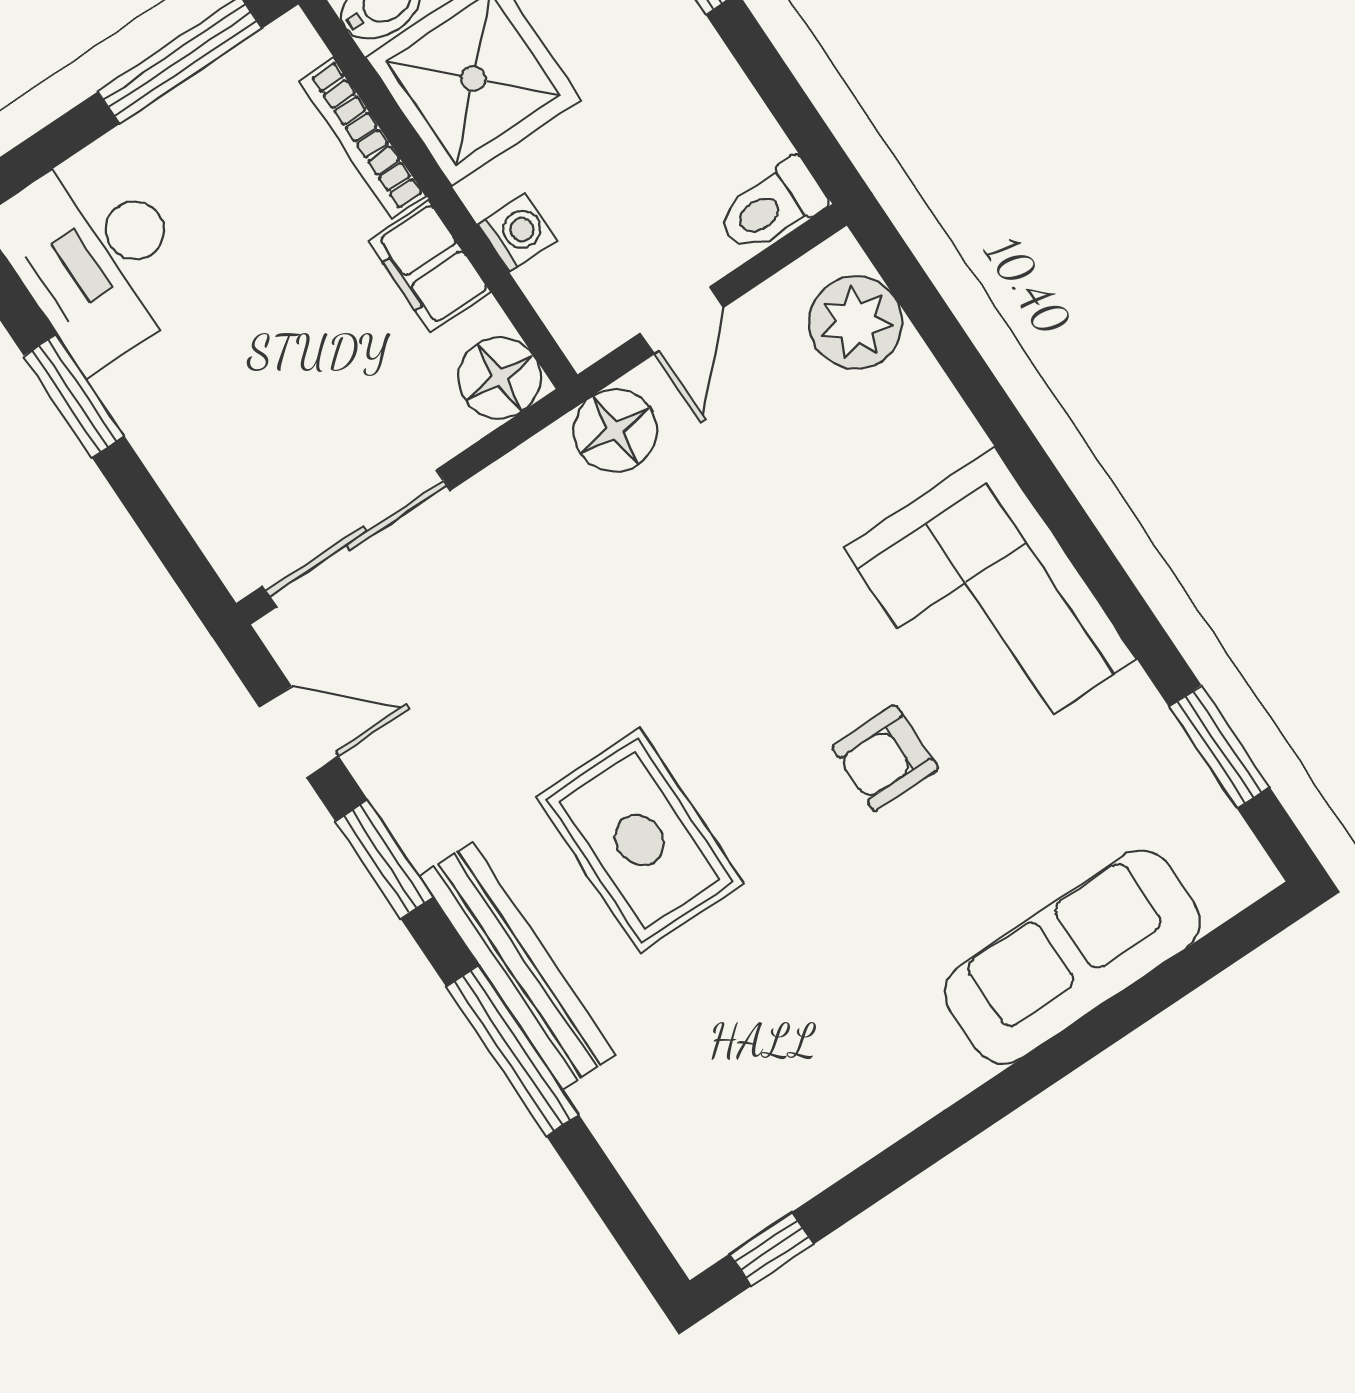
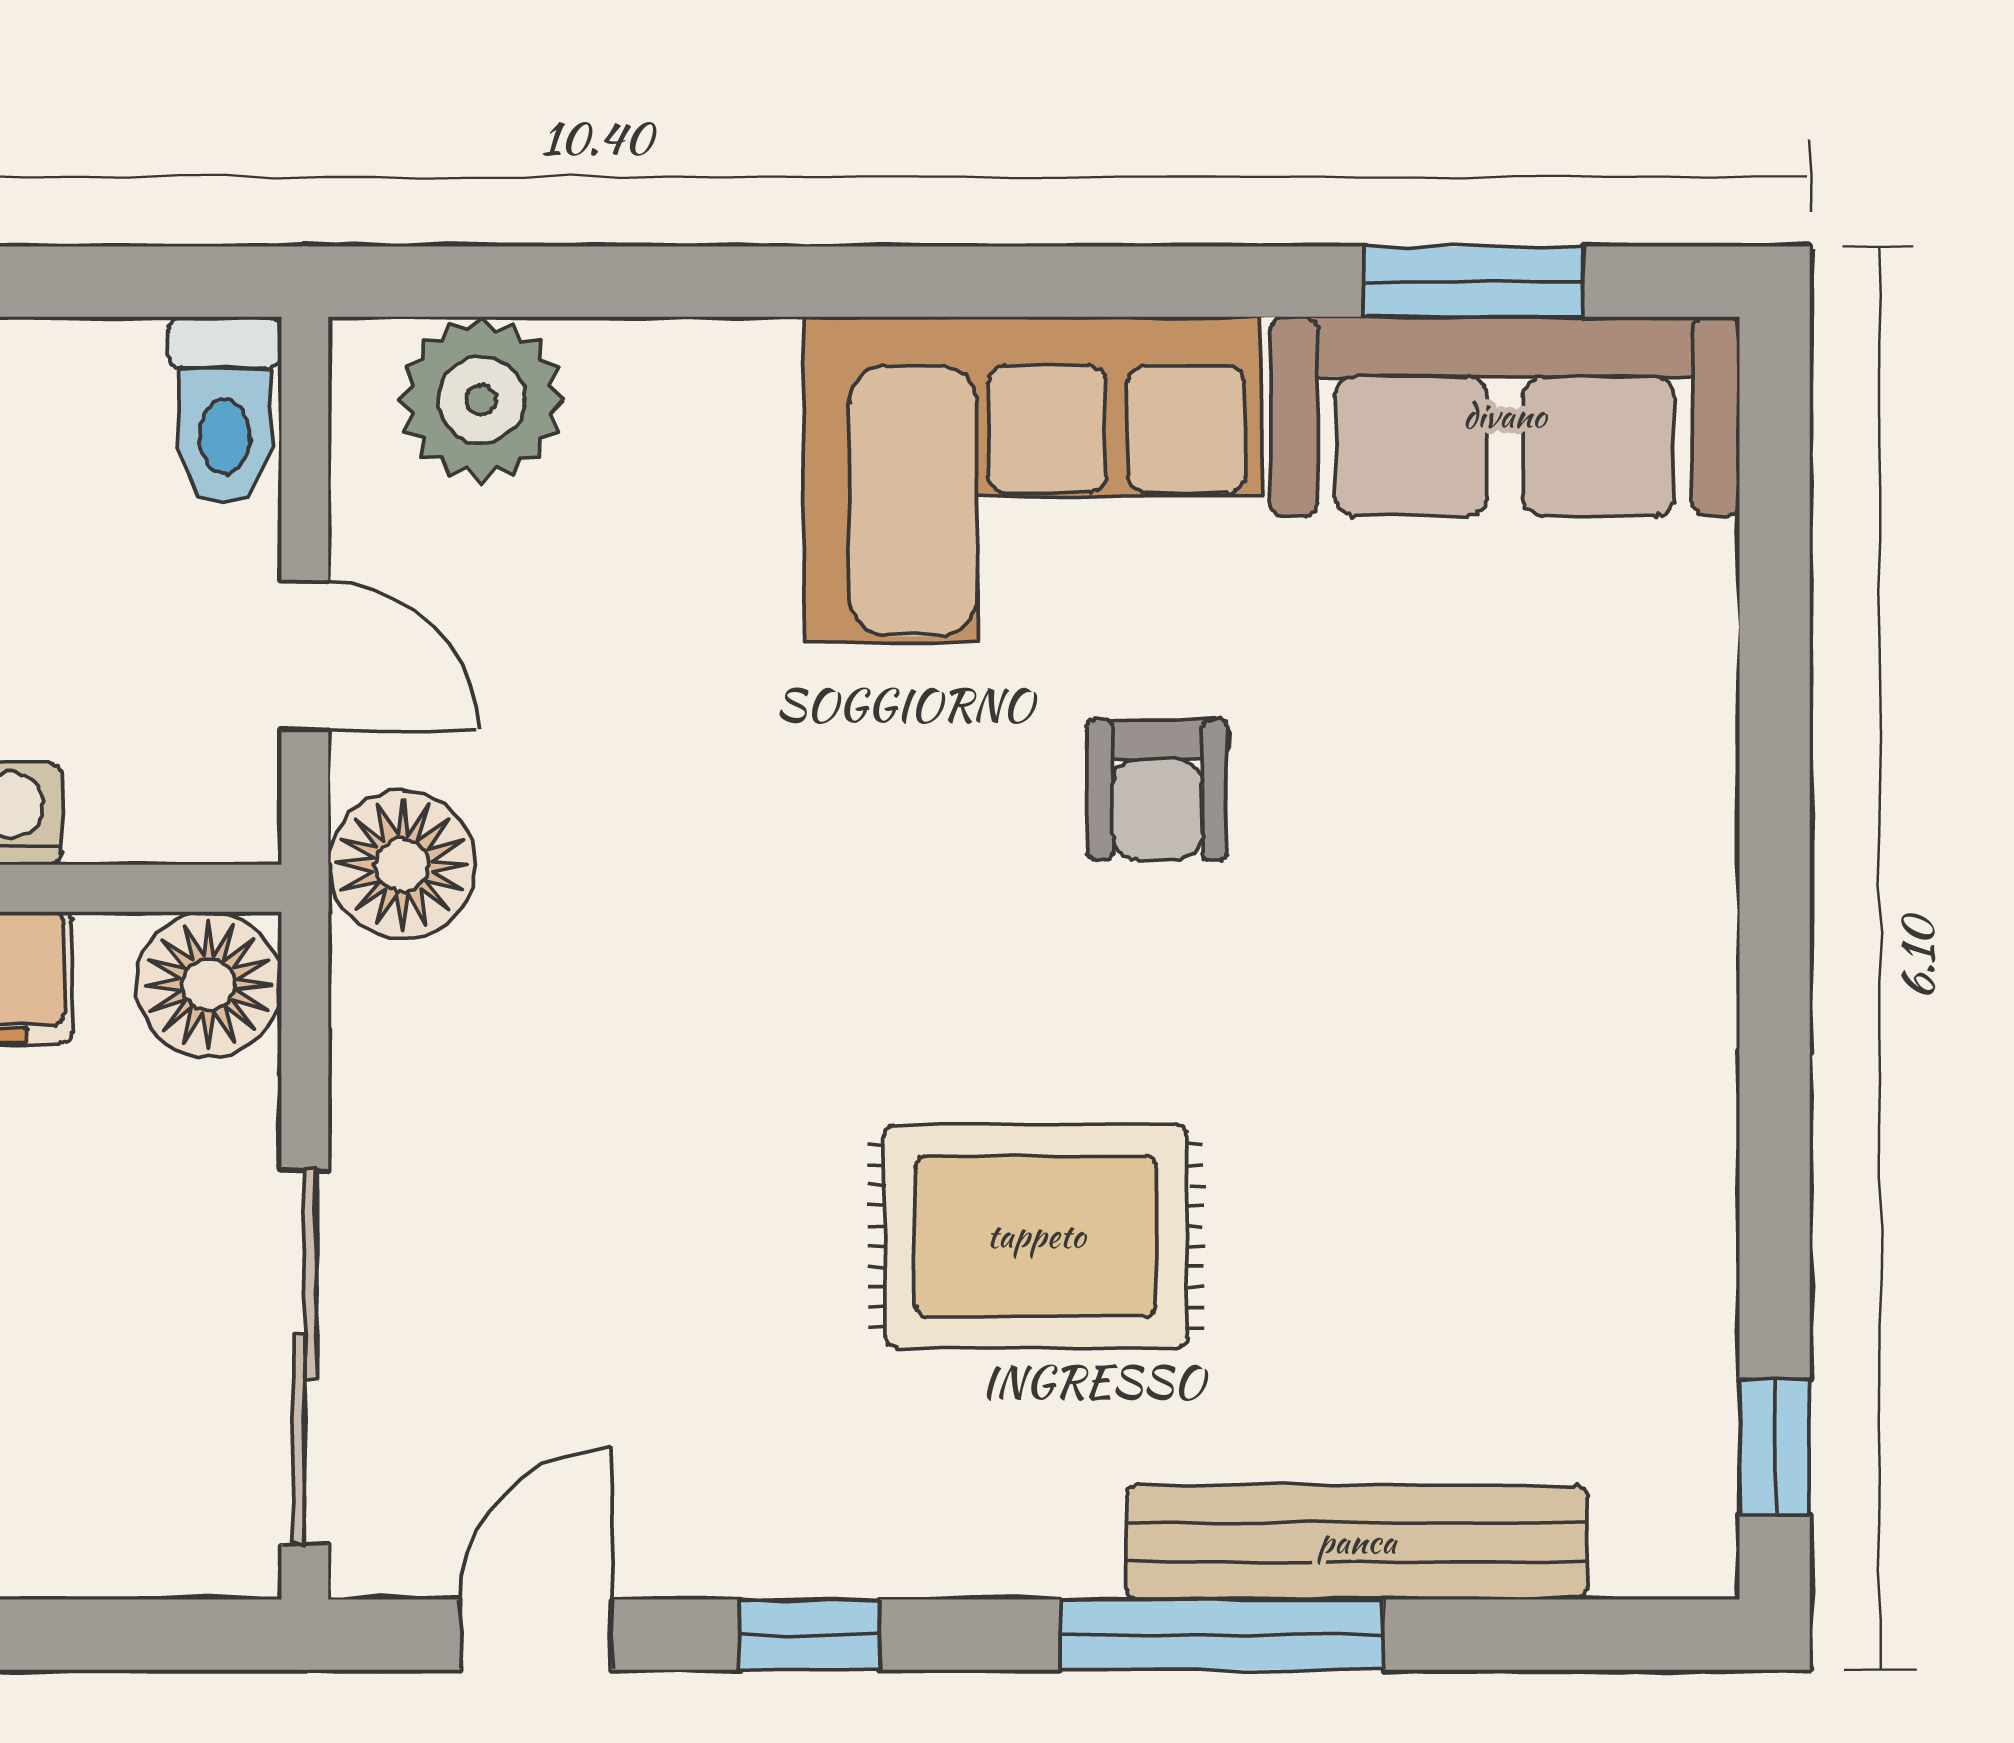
window: (384, 859) -> (810, 1635), width x0.67
sofa: (1072, 957) -> (1505, 416), moved, turned -90
bench: (517, 965) -> (1357, 1542), moved

